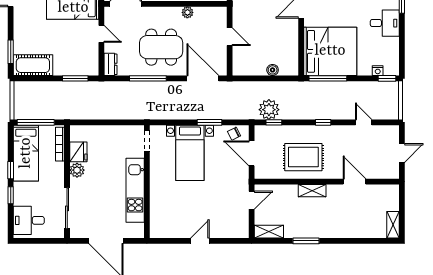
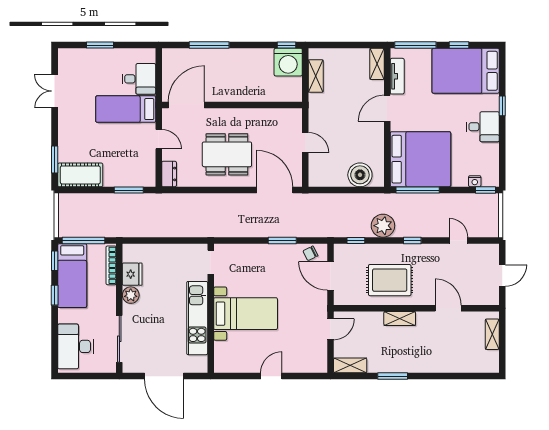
plant: (187, 12) -> (257, 115), removed
boiler: (273, 70) -> (360, 175), width x1.86, depth x1.86
window: (148, 78) -> (212, 190), removed
plant: (269, 110) -> (383, 226), moved
bed with nightstands: (190, 153) -> (246, 314), moved, turned -90
window: (11, 195) -> (55, 261), moved
desk: (29, 220) -> (75, 346), width x1.37
shelving: (393, 225) -> (492, 334), moved

